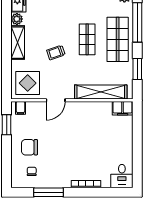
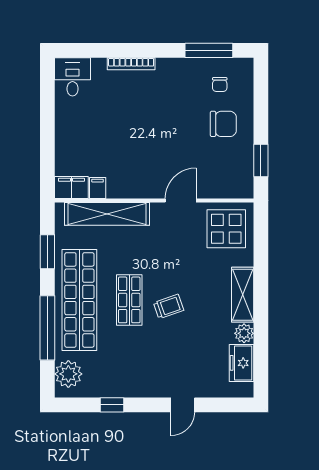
shop shelf: (118, 39) -> (79, 300), width x1.40
trolley: (56, 52) -> (169, 307), moved
filing cabinet: (21, 108) -> (98, 188), moved
window: (48, 192) -> (209, 50), moved

